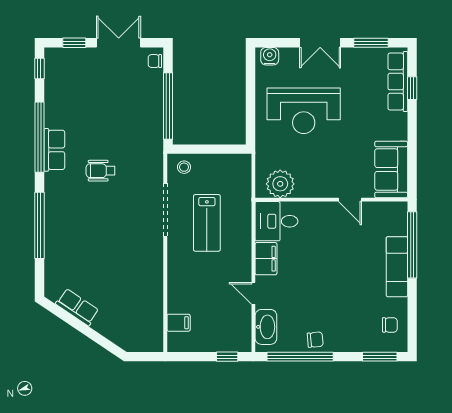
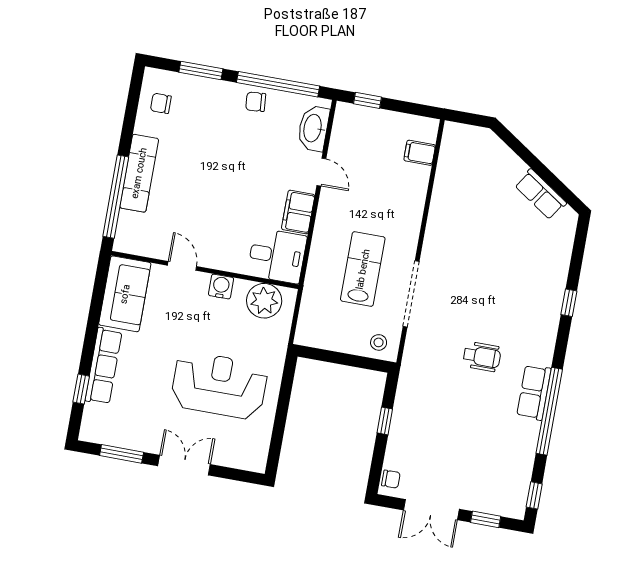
water cooler: (270, 56) -> (221, 287), moved, turned 180
row of seats: (398, 82) -> (103, 366), moved
window: (168, 106) -> (385, 421), width x0.32
window: (39, 225) -> (569, 303), width x0.32
window: (380, 357) -> (201, 70), moved

